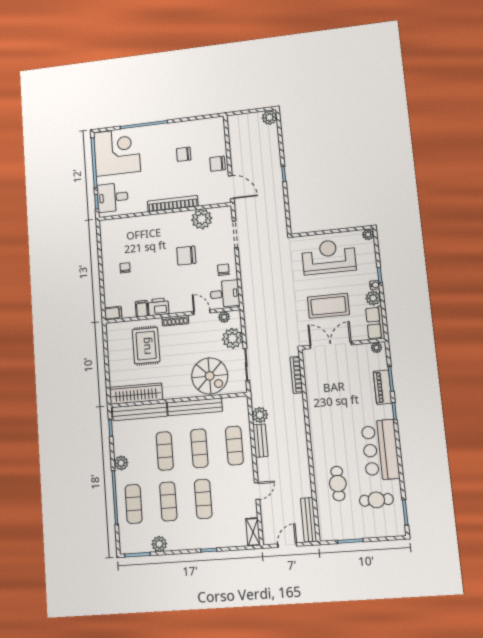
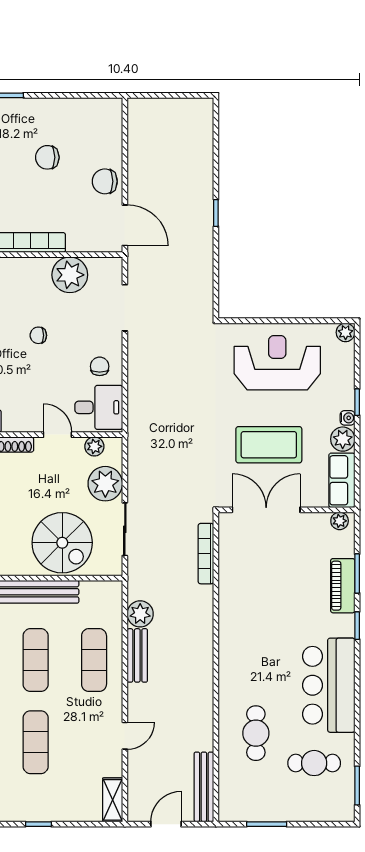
plant: (269, 117) -> (201, 111), removed
chair: (186, 256) -> (38, 335), width x0.54, depth x0.54

